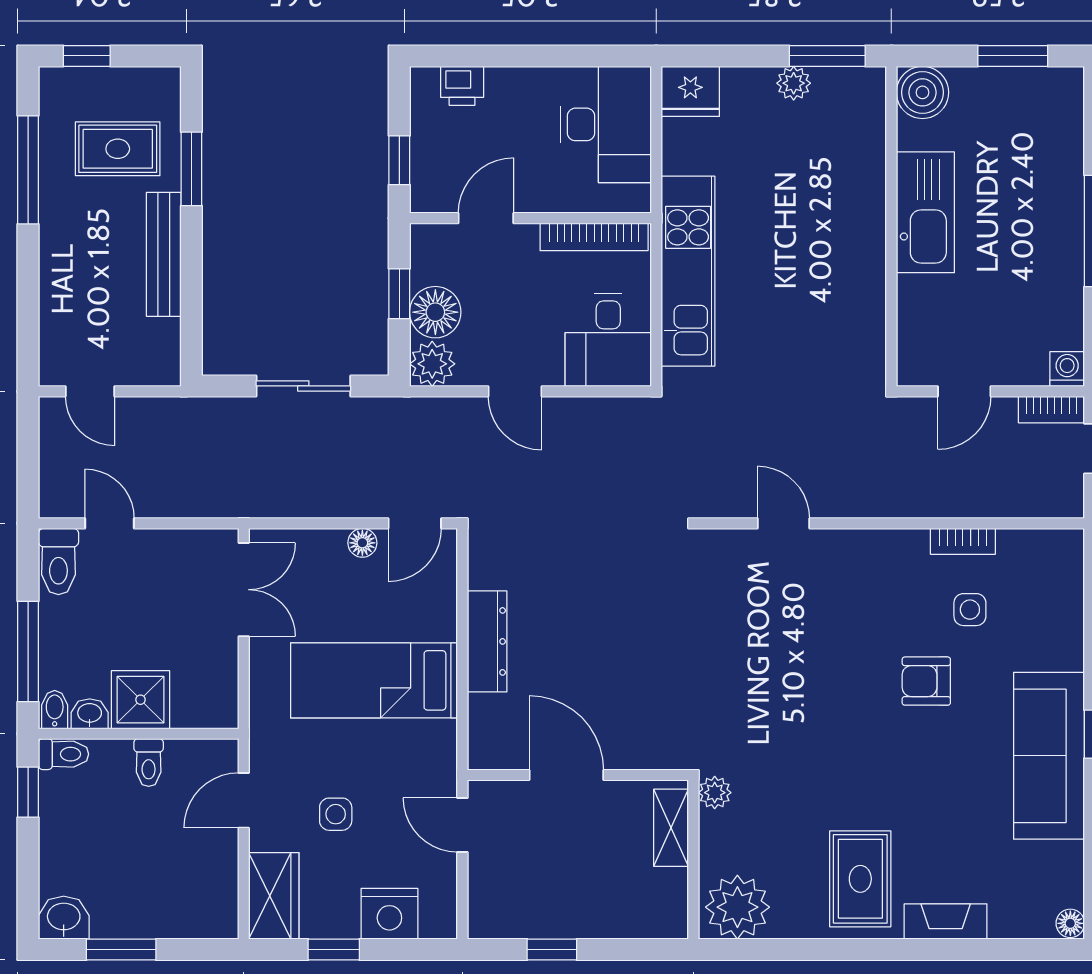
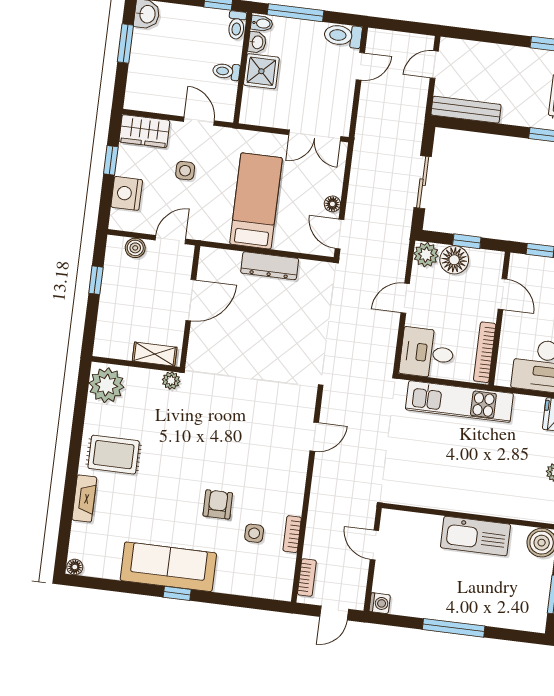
bench: (164, 254) -> (466, 110), moved
bookcase: (1051, 410) -> (307, 578), moved, turned 180
boiler: (485, 886) -> (135, 248), added

